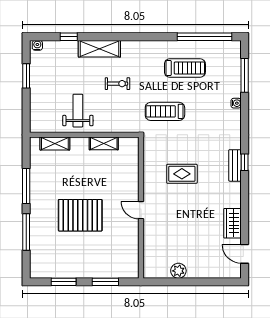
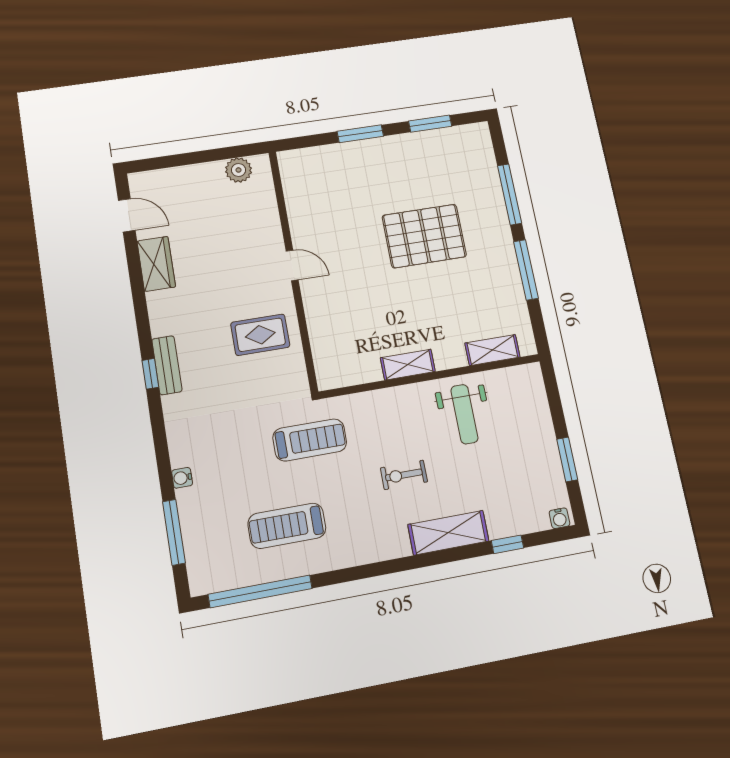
wall: (141, 208) -> (293, 270), moved
door: (141, 210) -> (292, 265), moved

